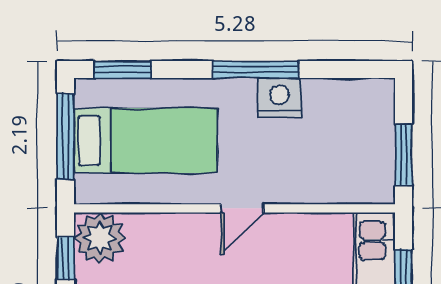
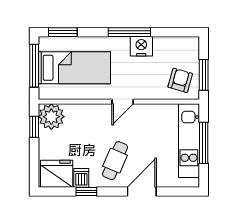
armchair: (357, 166) -> (180, 80), added

